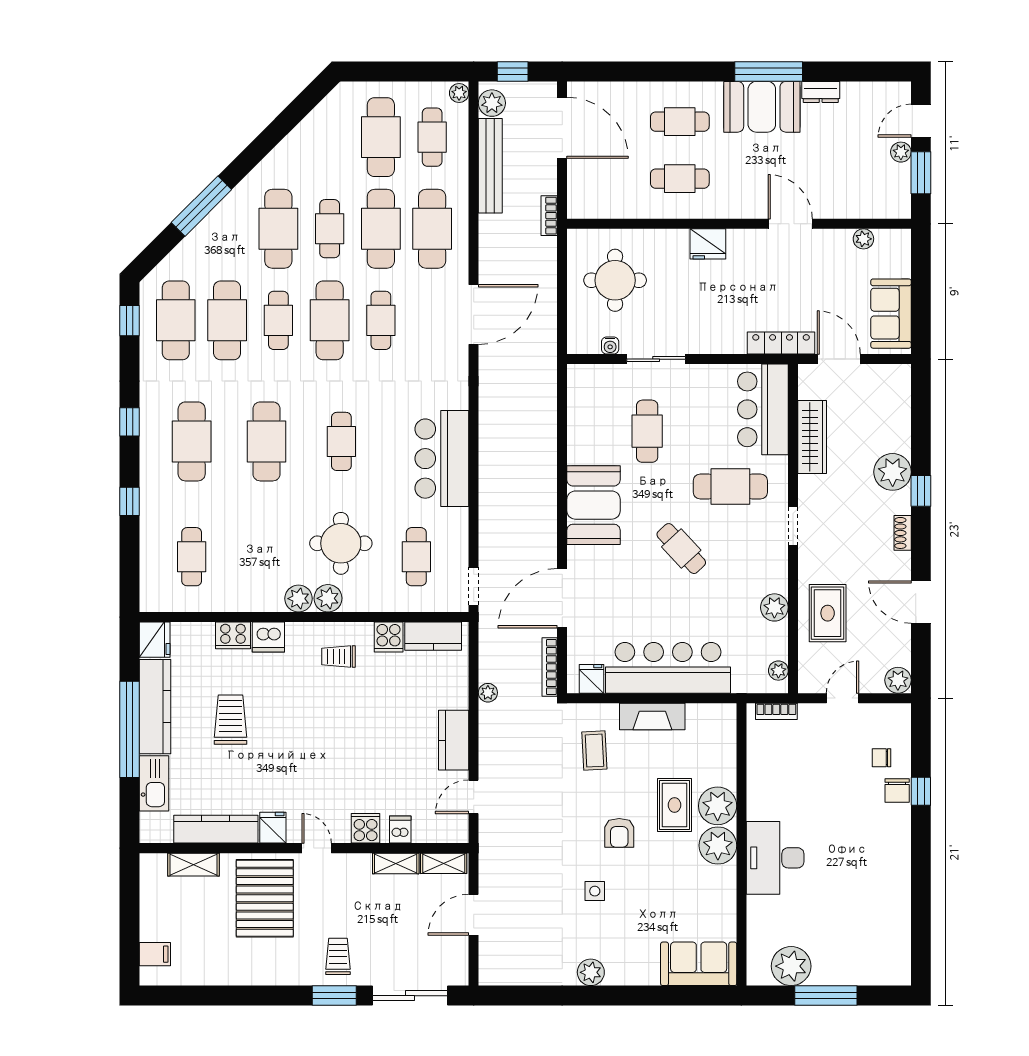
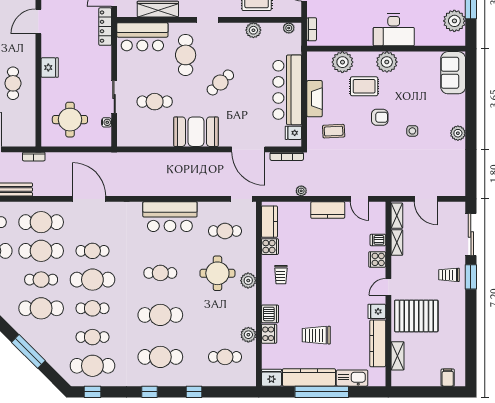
cafe table: (227, 320) -> (92, 337), width x0.73, depth x0.74
plant: (299, 599) -> (248, 335), moved
plant: (718, 806) -> (342, 62), moved

